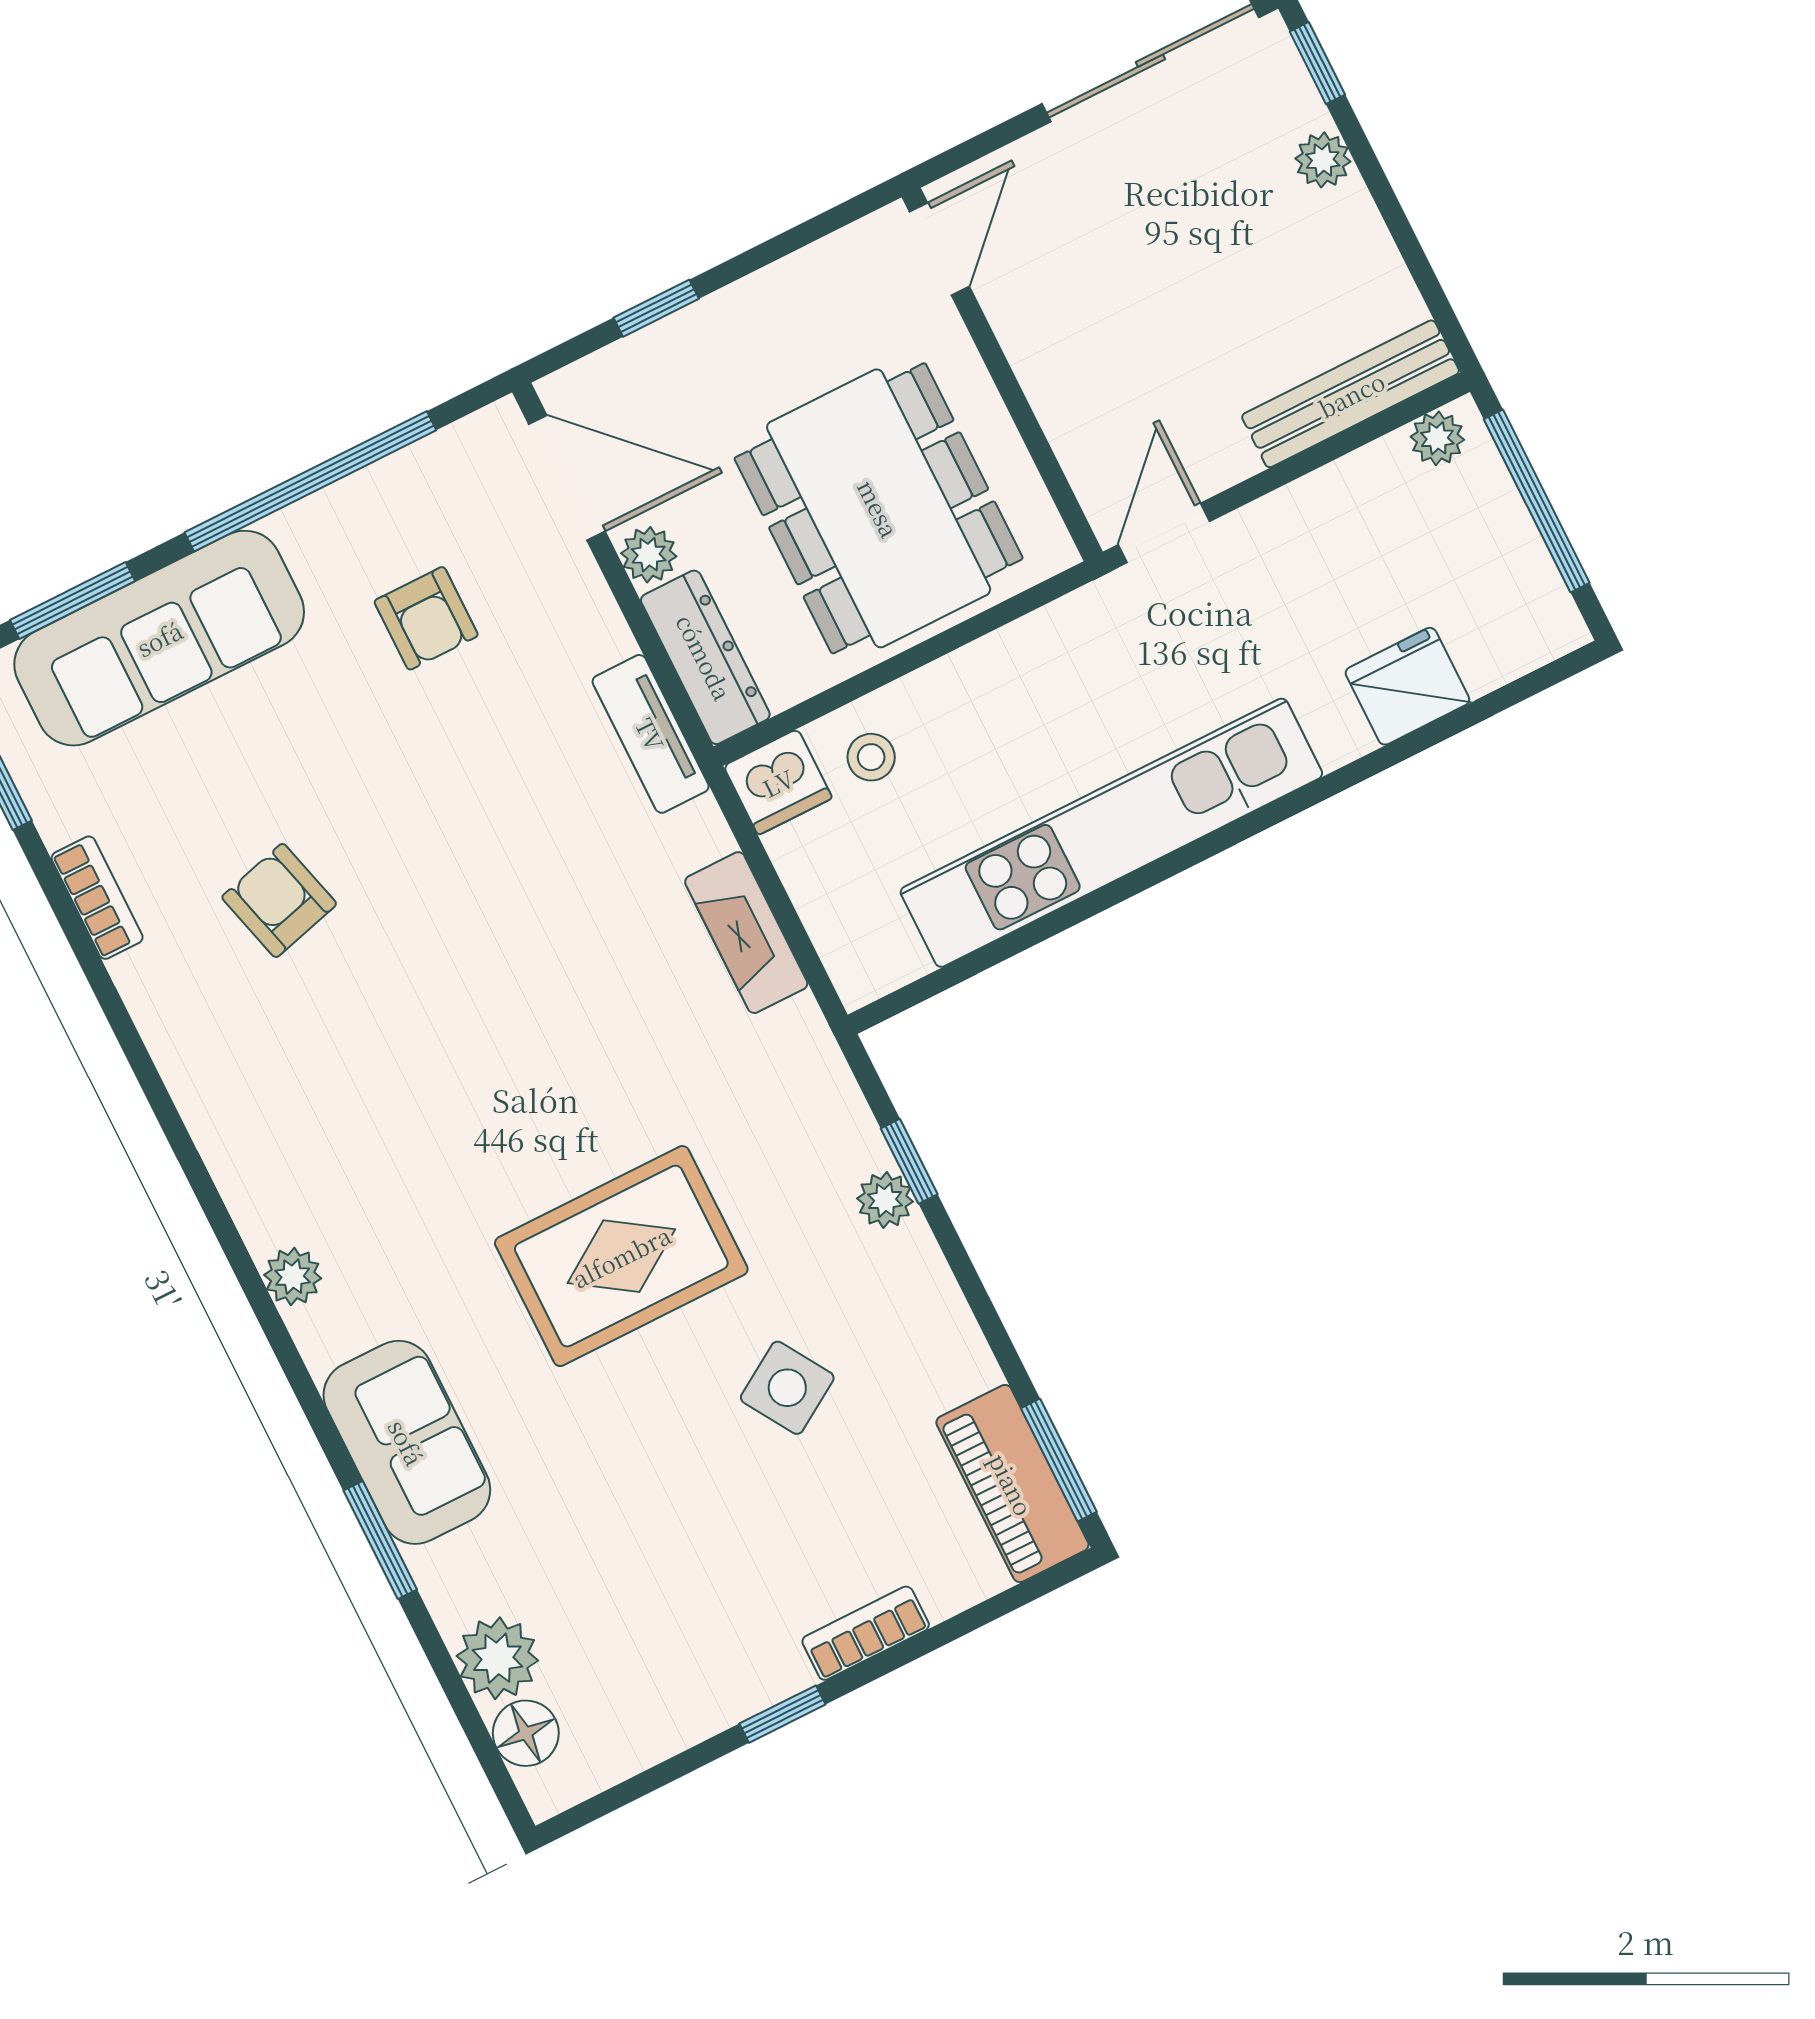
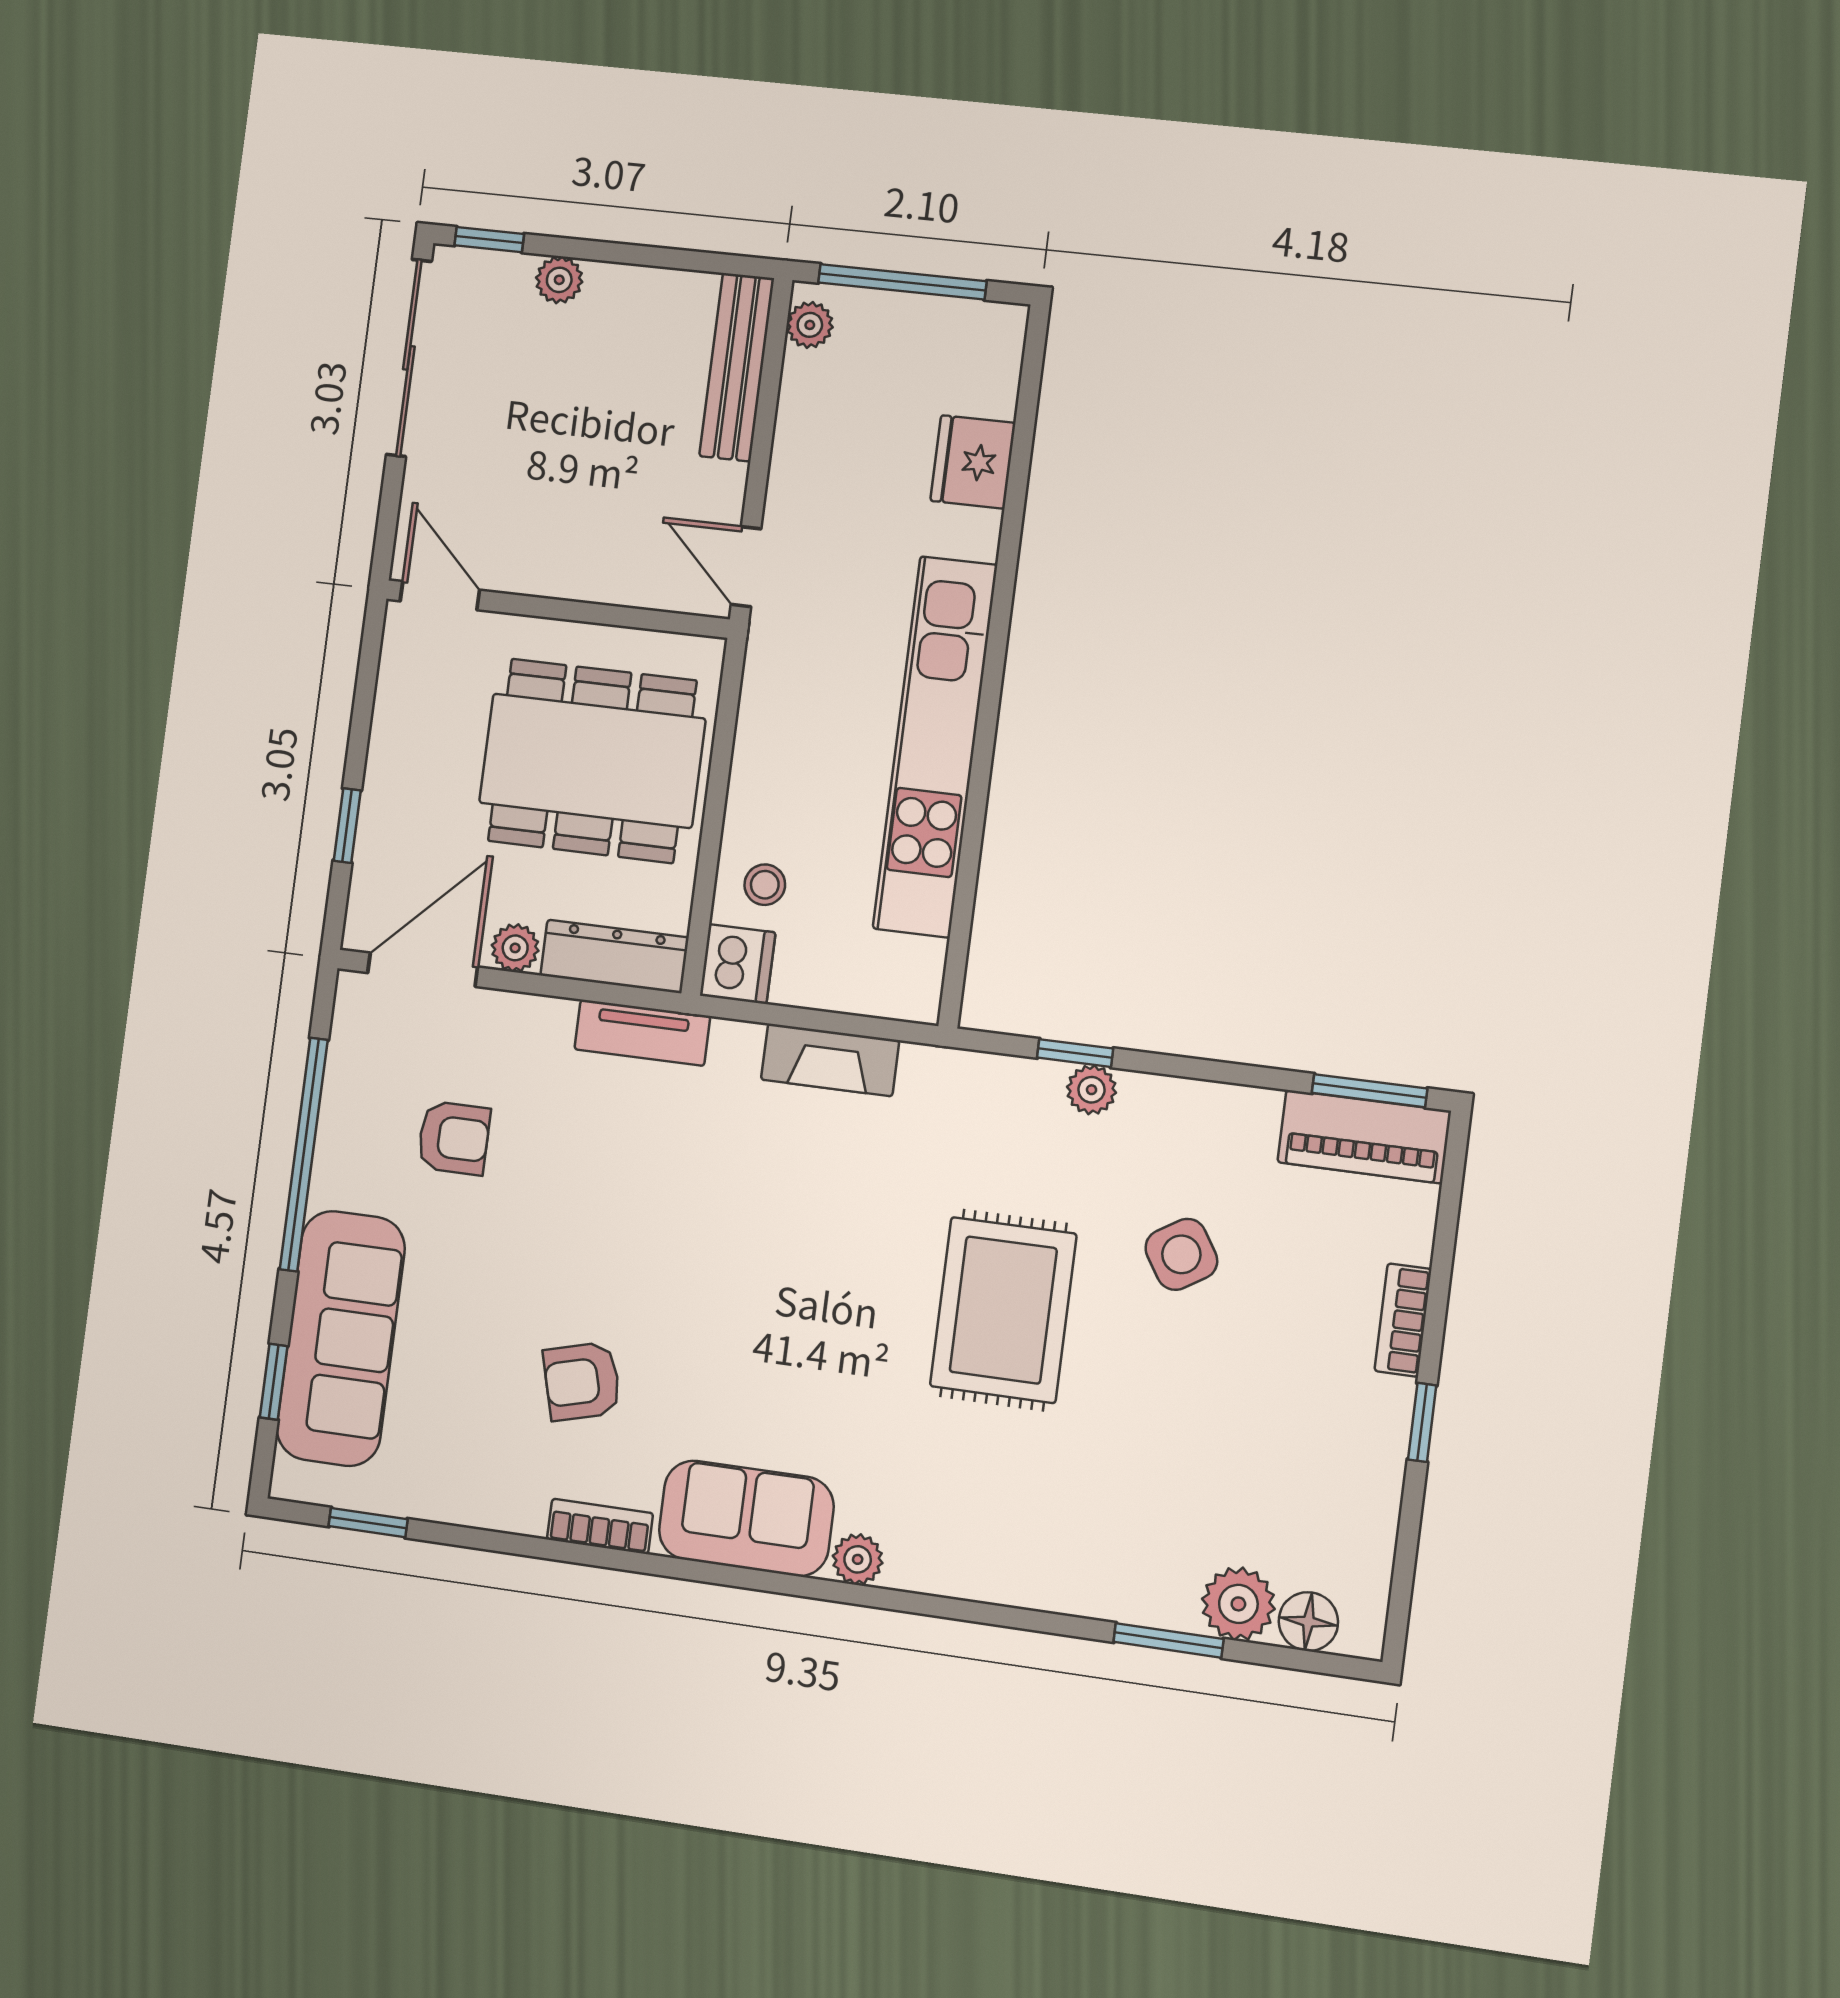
window: (73, 600) -> (274, 1382), width x0.67
bookcase: (97, 898) -> (600, 1526), moved
sofa: (407, 1442) -> (746, 1518), moved
window: (380, 1540) -> (1168, 1640), moved

